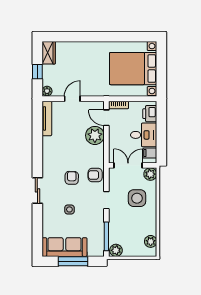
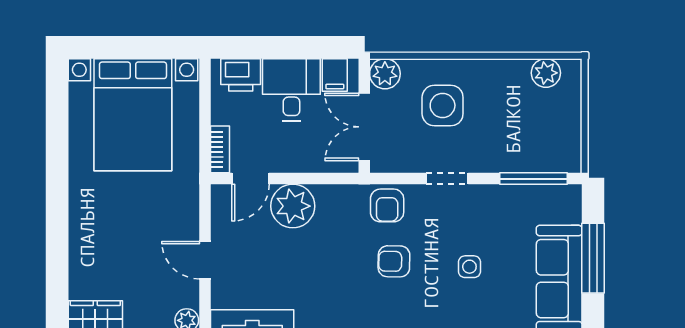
plant: (116, 250) -> (567, 156), removed

